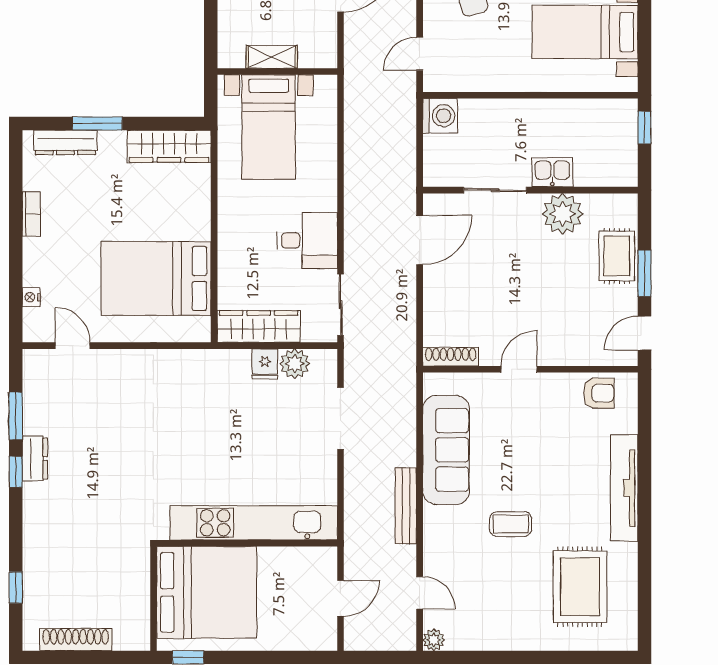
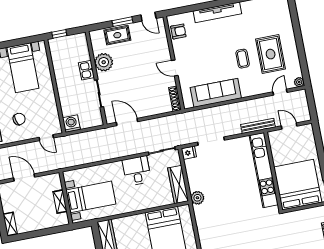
fridge: (265, 364) -> (189, 153), moved
plant: (295, 364) -> (197, 198), moved
armchair: (599, 393) -> (178, 31), turned 90
bench: (406, 506) -> (258, 126), moved
rug: (580, 587) -> (271, 54), moved, turned 90

